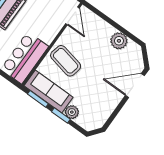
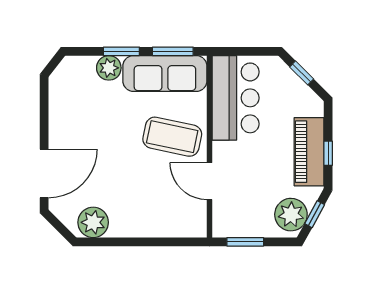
door: (72, 16) -> (210, 181), moved
plant: (119, 41) -> (93, 222), moved

